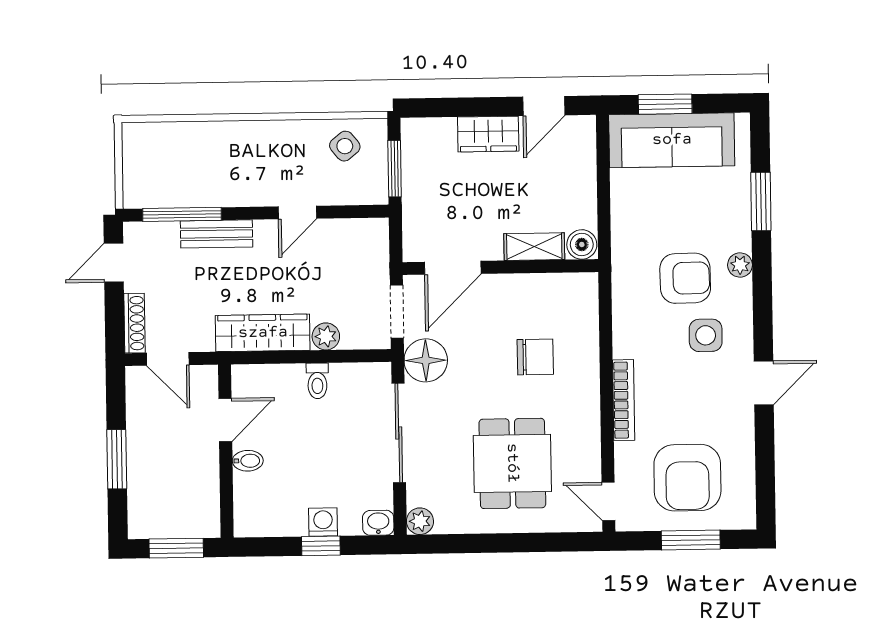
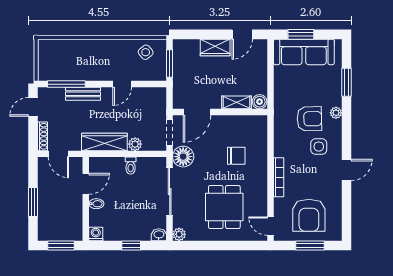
washing machine: (323, 522) -> (96, 234), moved

